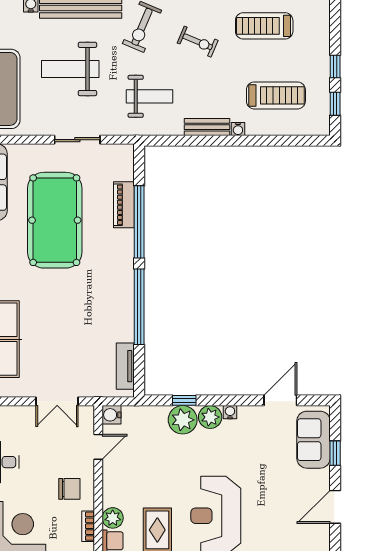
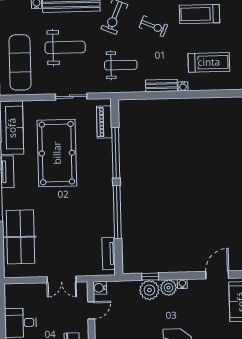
weight bench: (70, 69) -> (65, 47), turned 180
piano: (124, 205) -> (104, 122), moved

